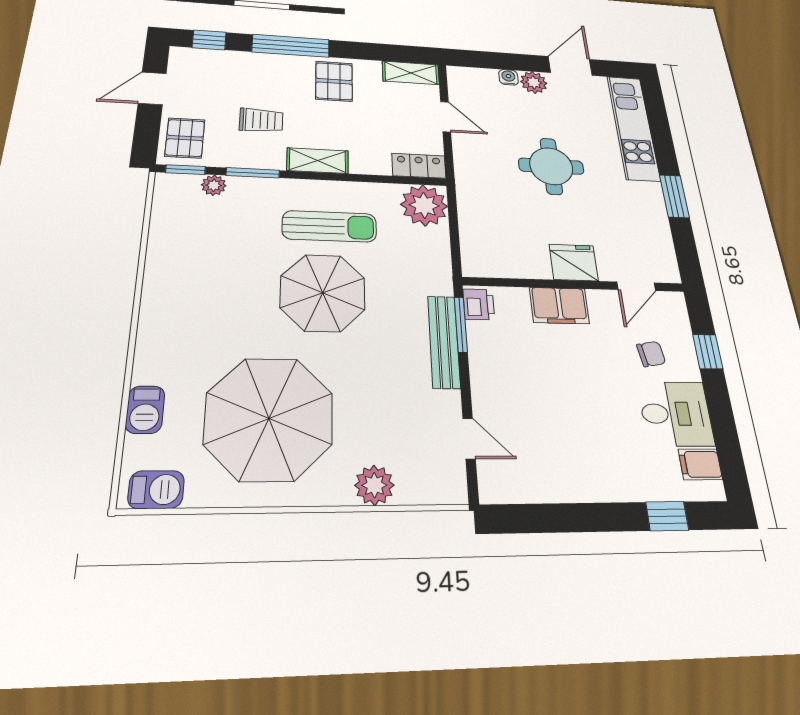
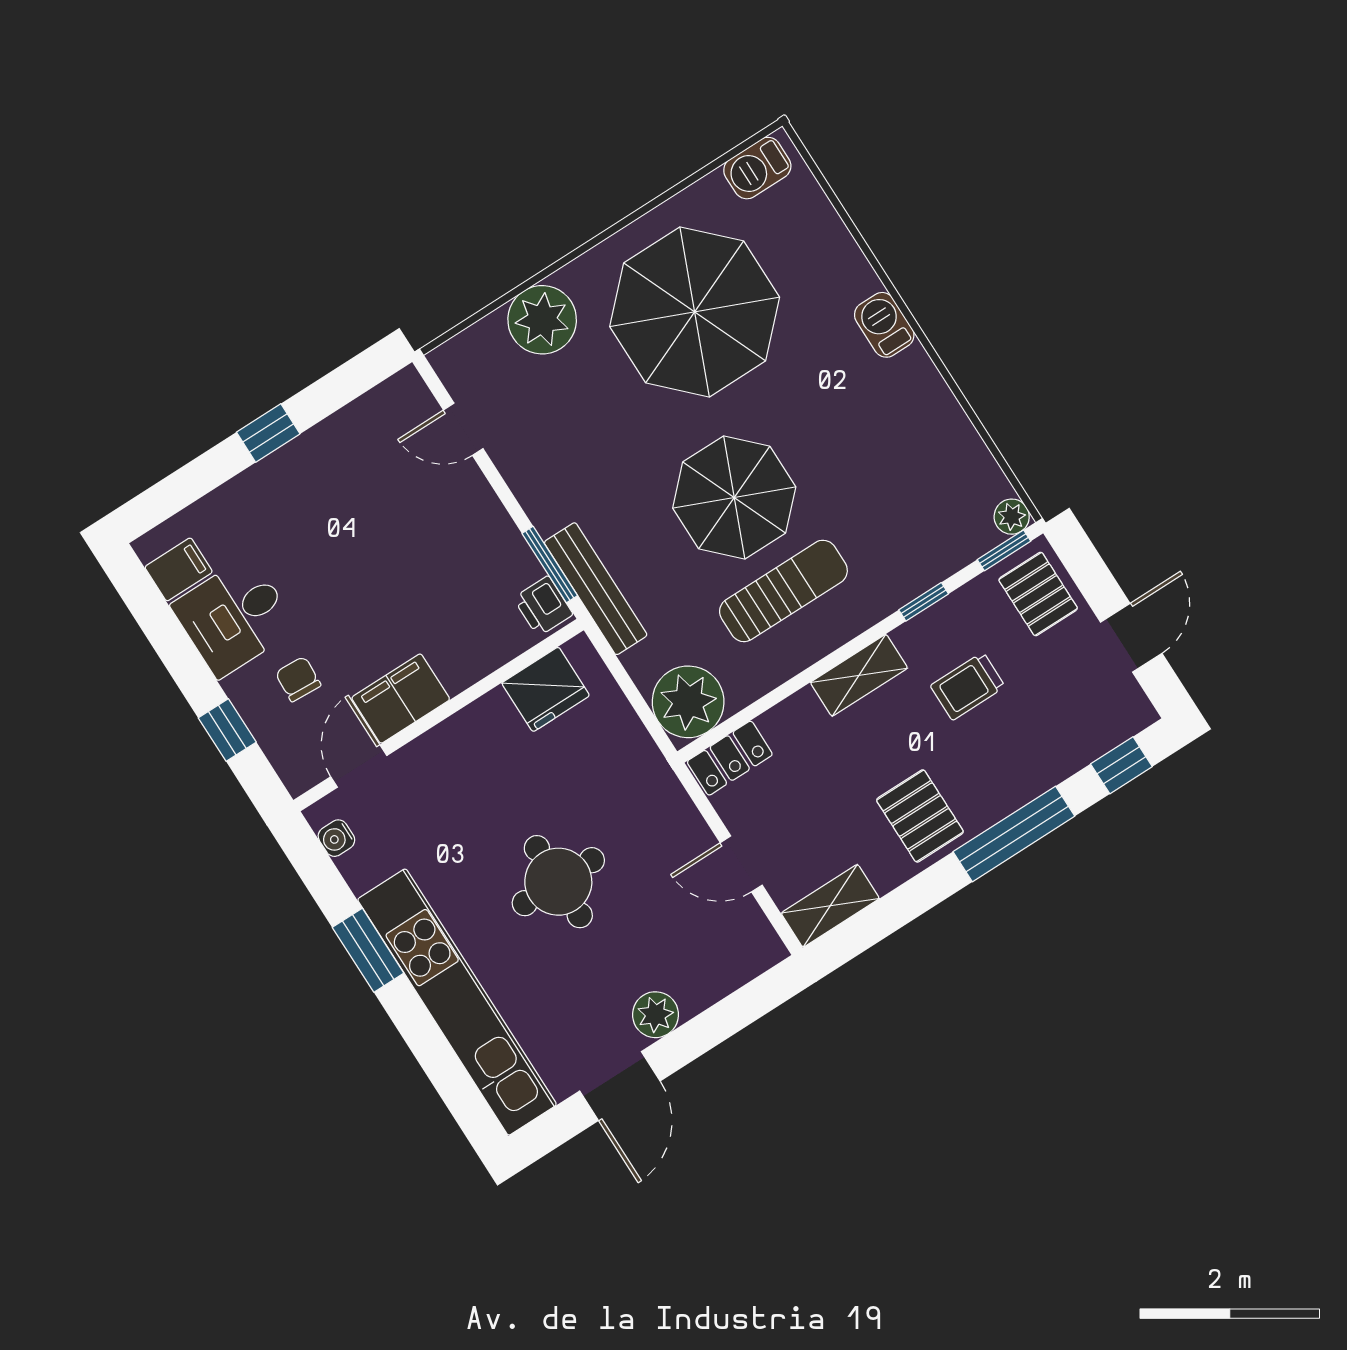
water cooler: (509, 77) -> (336, 838), moved, turned 90
kitchen unit: (633, 128) -> (457, 1002), width x1.36
window: (253, 173) -> (924, 602), width x0.67
plant: (214, 185) -> (1012, 517), moved
sun lounger: (329, 226) -> (783, 591), turned 180
fridge: (574, 263) -> (546, 689), moved
filing cabinet: (559, 306) -> (401, 699), moved
bench: (444, 342) -> (596, 589), moved
chair: (651, 354) -> (298, 679), turned 103
barbecue: (145, 410) -> (884, 325), moved
plant: (374, 485) -> (542, 320), width x1.36, depth x1.36
window: (667, 516) -> (268, 433), moved

